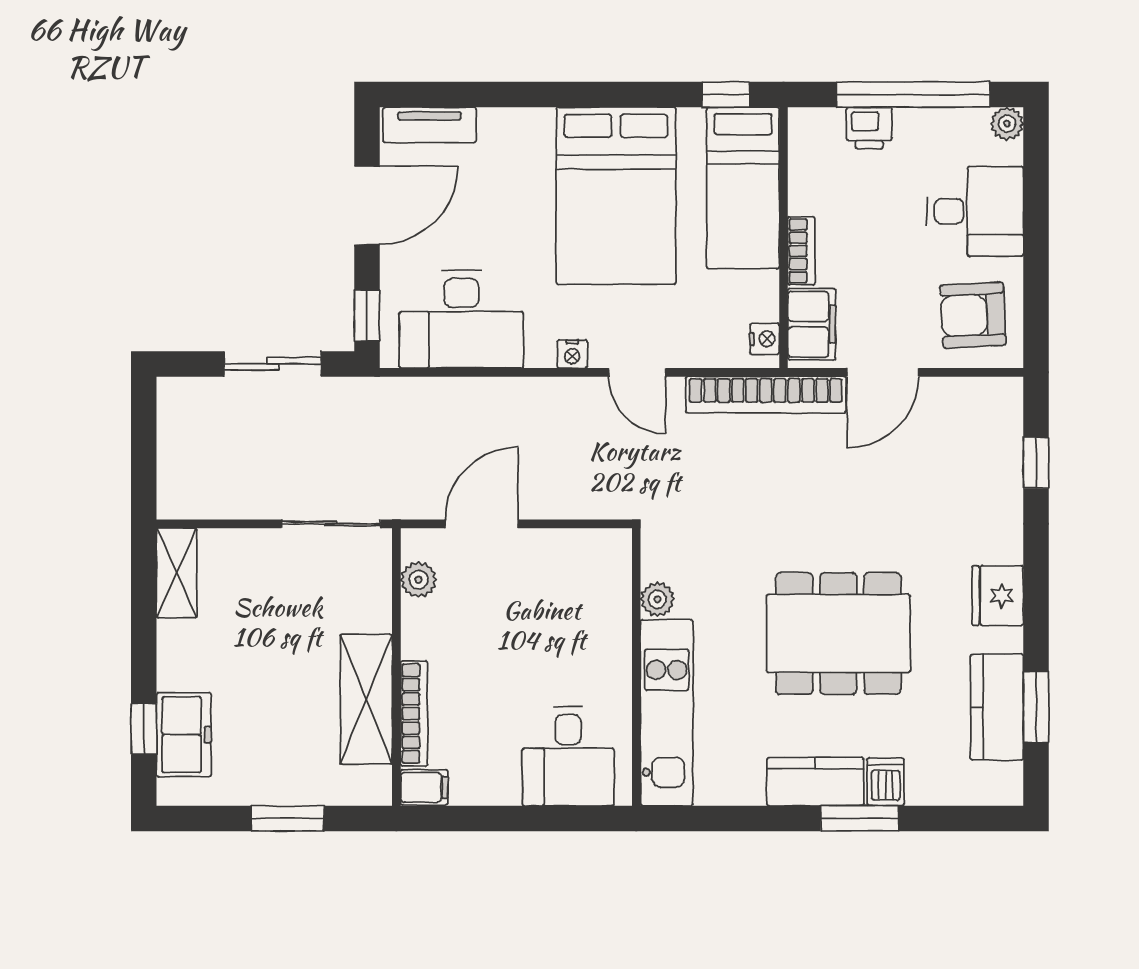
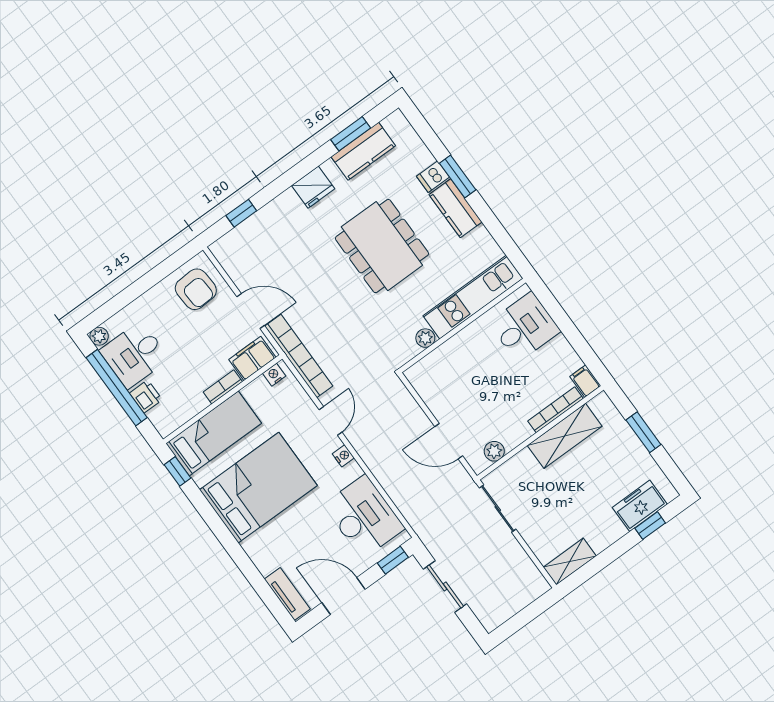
desk: (975, 211) -> (134, 355), moved, turned -90

